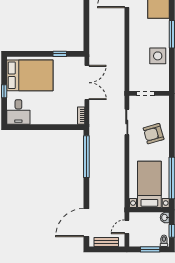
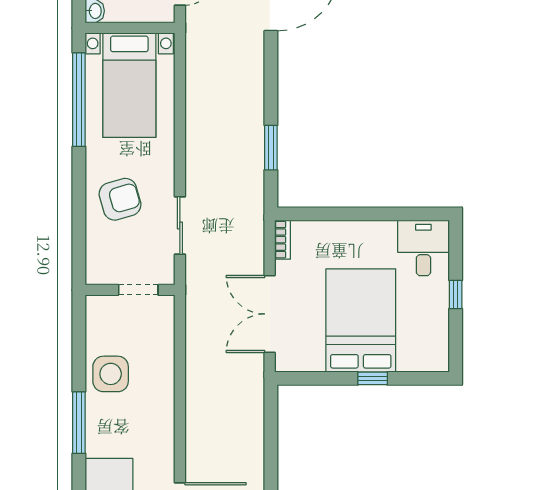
window: (60, 54) -> (373, 378), moved
bed: (30, 75) -> (361, 321), moved, turned 90
window: (86, 157) -> (271, 148), width x0.47

